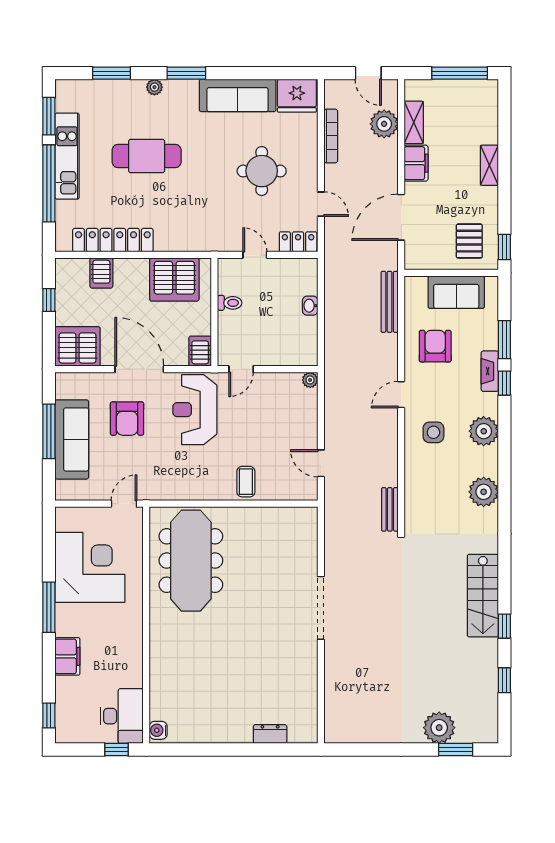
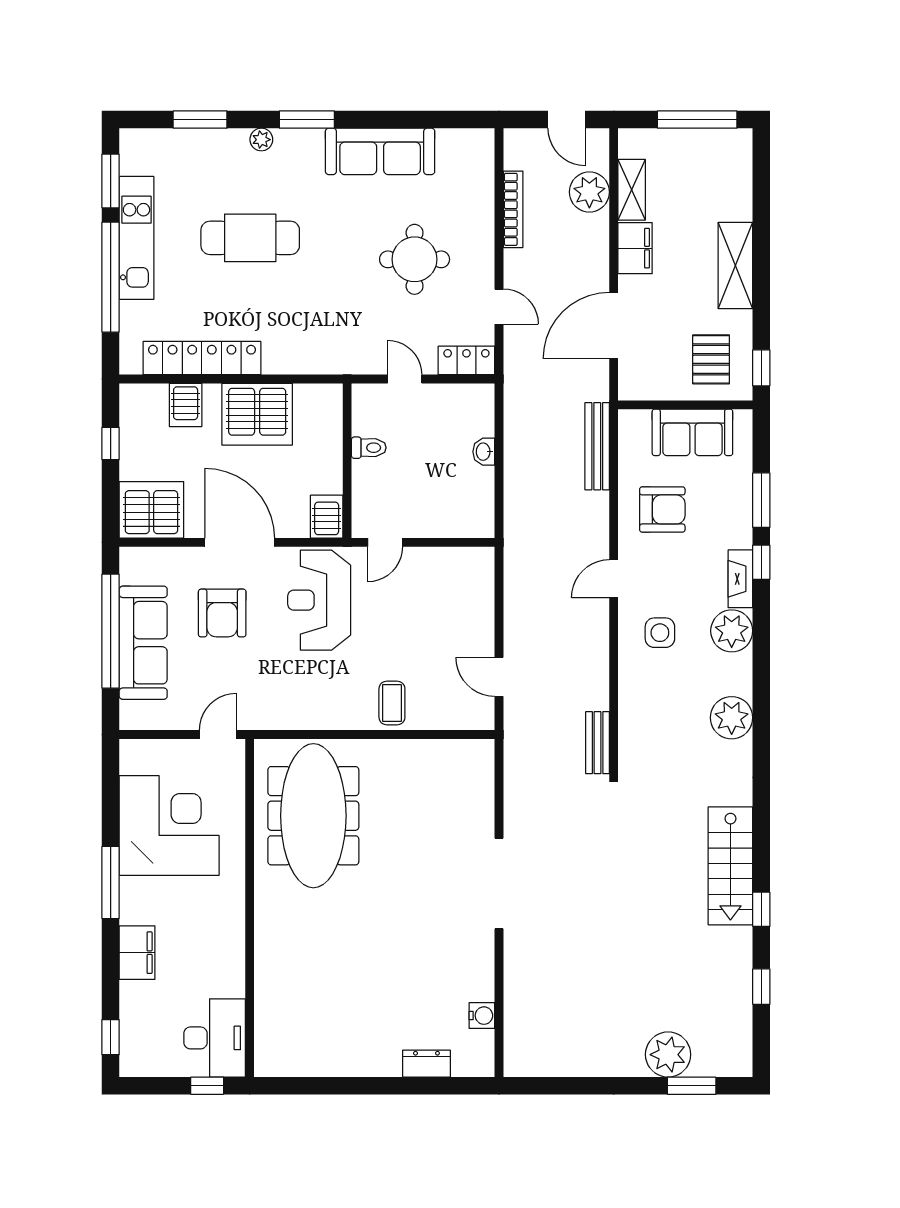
fridge: (297, 96) -> (465, 152), removed
shelving: (489, 165) -> (735, 265), width x1.50, depth x1.33
server rack: (174, 279) -> (257, 414), moved
armchair: (435, 346) -> (662, 509), turned 90
fireplace: (490, 371) -> (740, 579), moved
plant: (310, 380) -> (484, 558), removed
window: (49, 431) -> (111, 631), width x1.46
water cooler: (158, 730) -> (482, 1016), moved, turned 180

